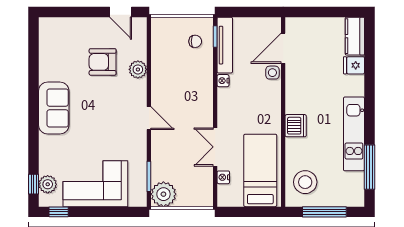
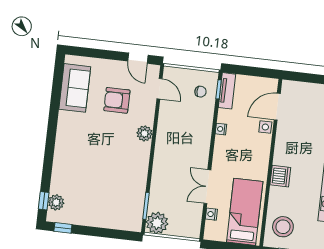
tv unit: (225, 45) -> (227, 91), width x0.71
plant: (138, 69) -> (145, 133), moved
sofa: (54, 108) -> (75, 88), moved
door: (149, 118) -> (159, 89), moved
corner sofa: (95, 184) -> (98, 207), removed

